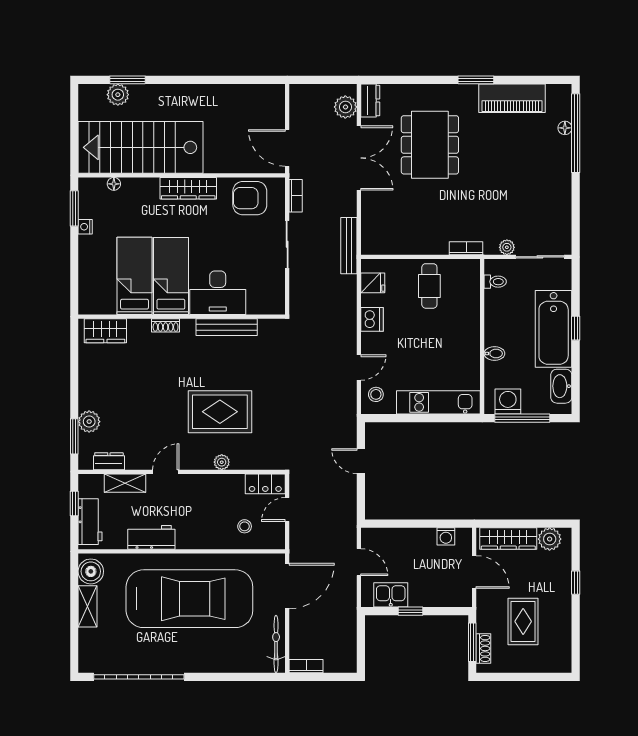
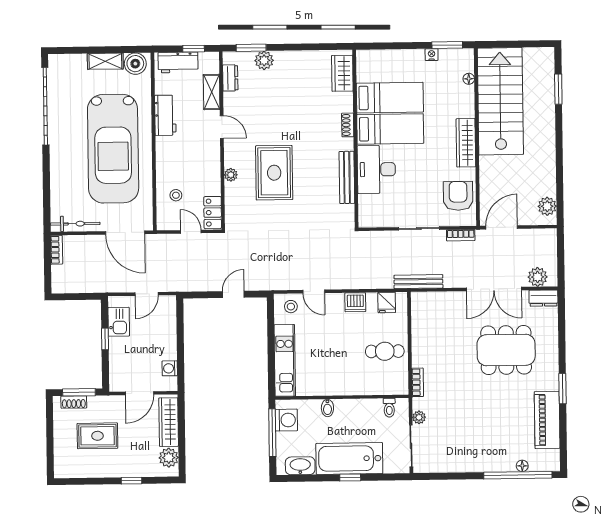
plant: (118, 95) -> (547, 206), moved

